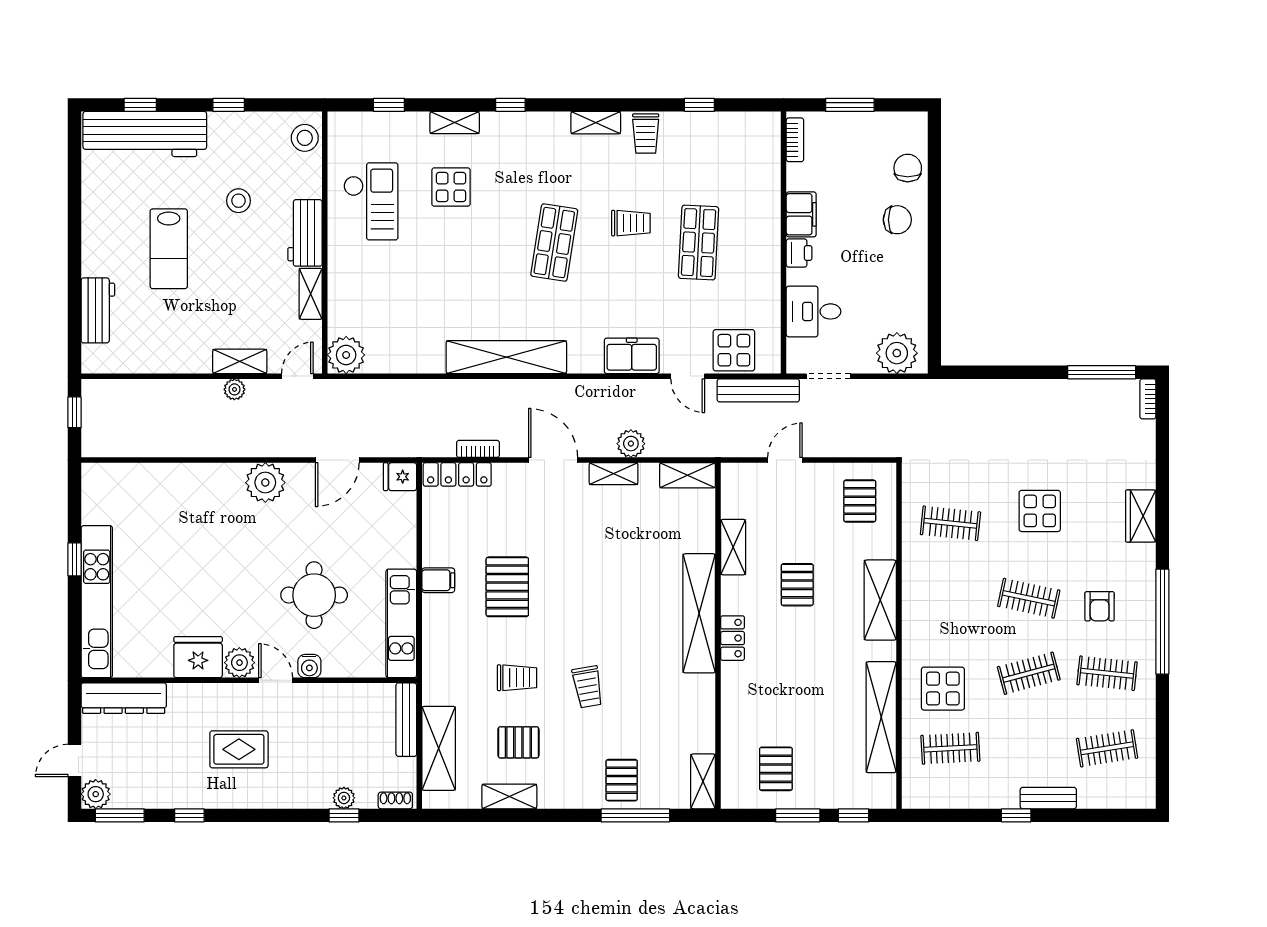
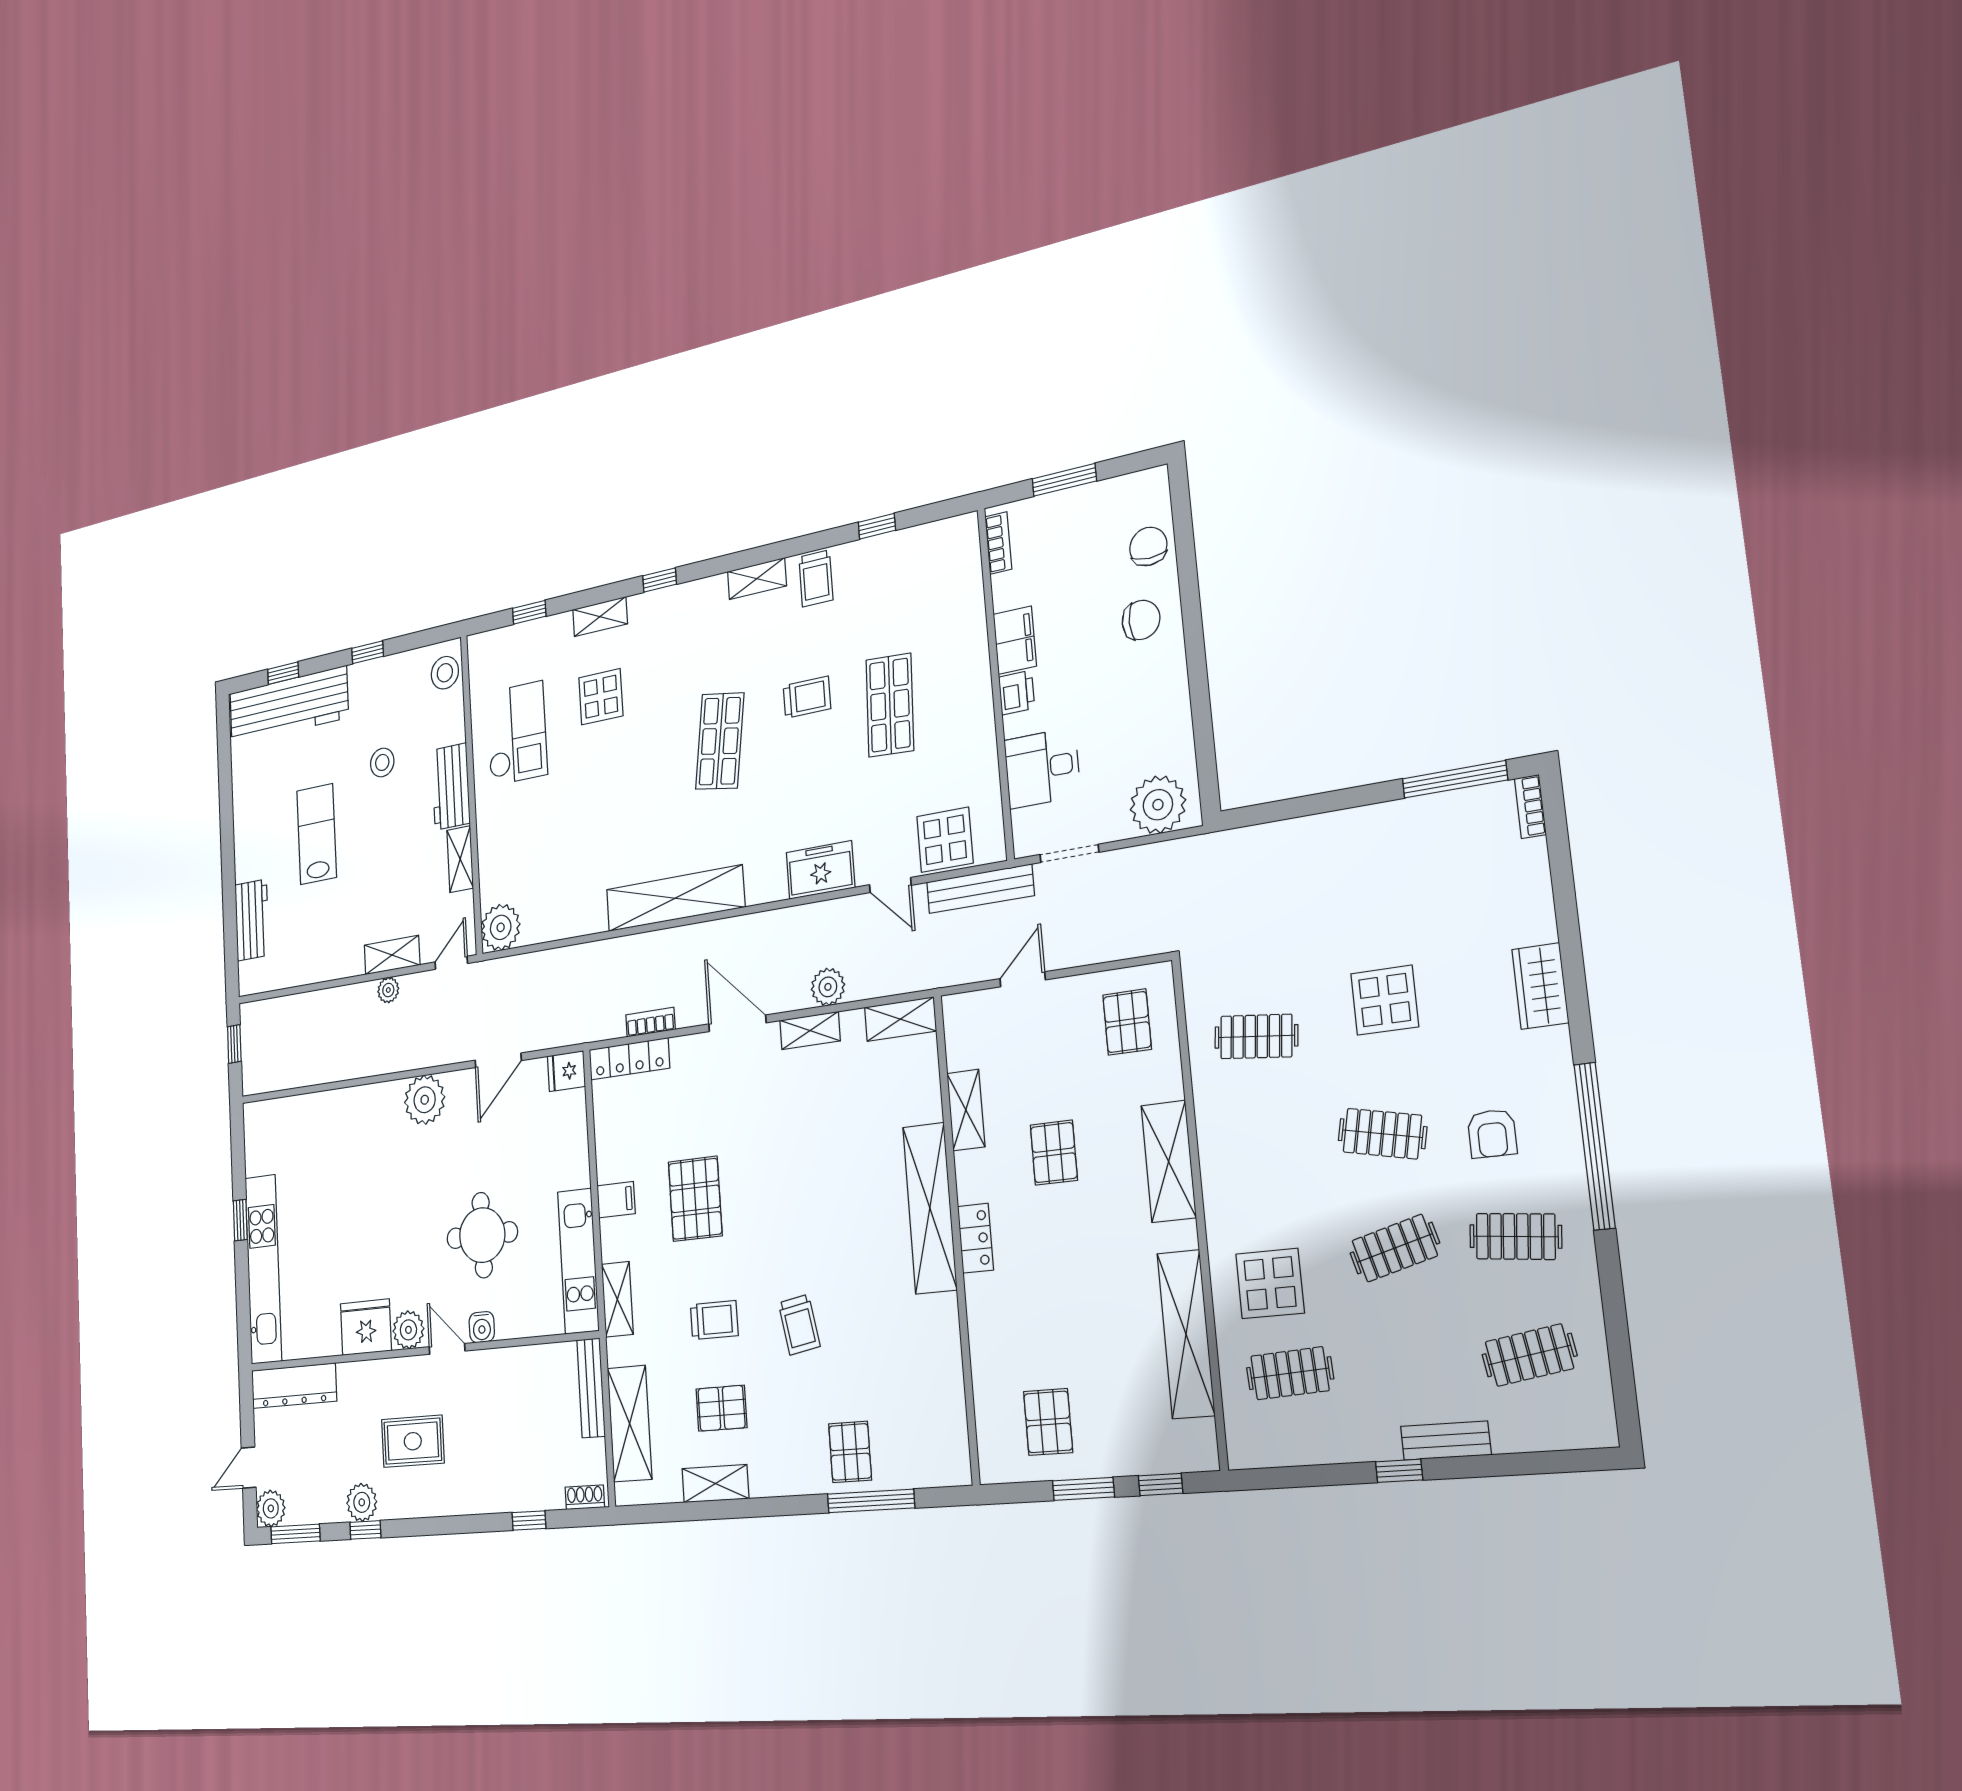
lab bench: (169, 249) -> (317, 834), turned 180
shelving: (703, 781) -> (617, 1299), moved
plant: (344, 798) -> (362, 1502), moved, width x1.38, depth x1.38

